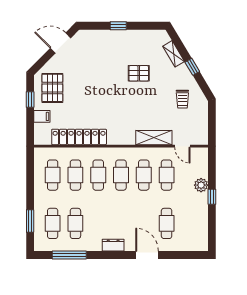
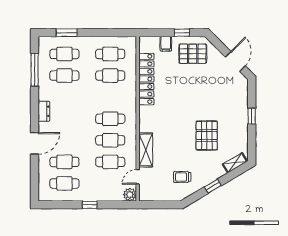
shelving: (174, 54) -> (235, 163), moved
pallet: (139, 73) -> (207, 135), width x1.50, depth x1.42
cafe table: (98, 175) -> (64, 183), moved
plant: (201, 185) -> (130, 195), moved

